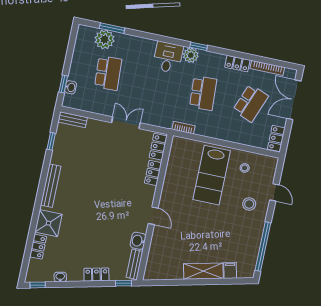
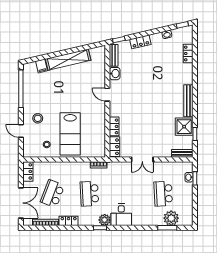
lab bench: (212, 175) -> (70, 134), turned 180
shower: (48, 223) -> (184, 127), moved
shelving: (203, 271) -> (68, 60), width x1.47

